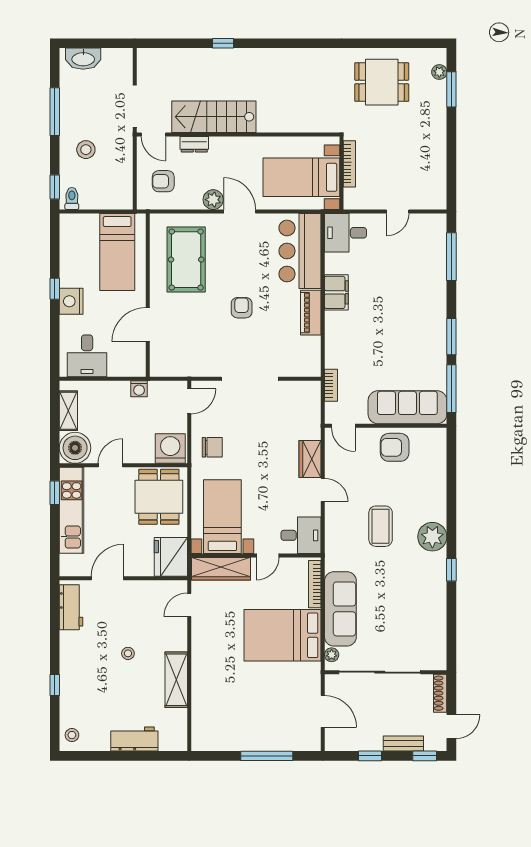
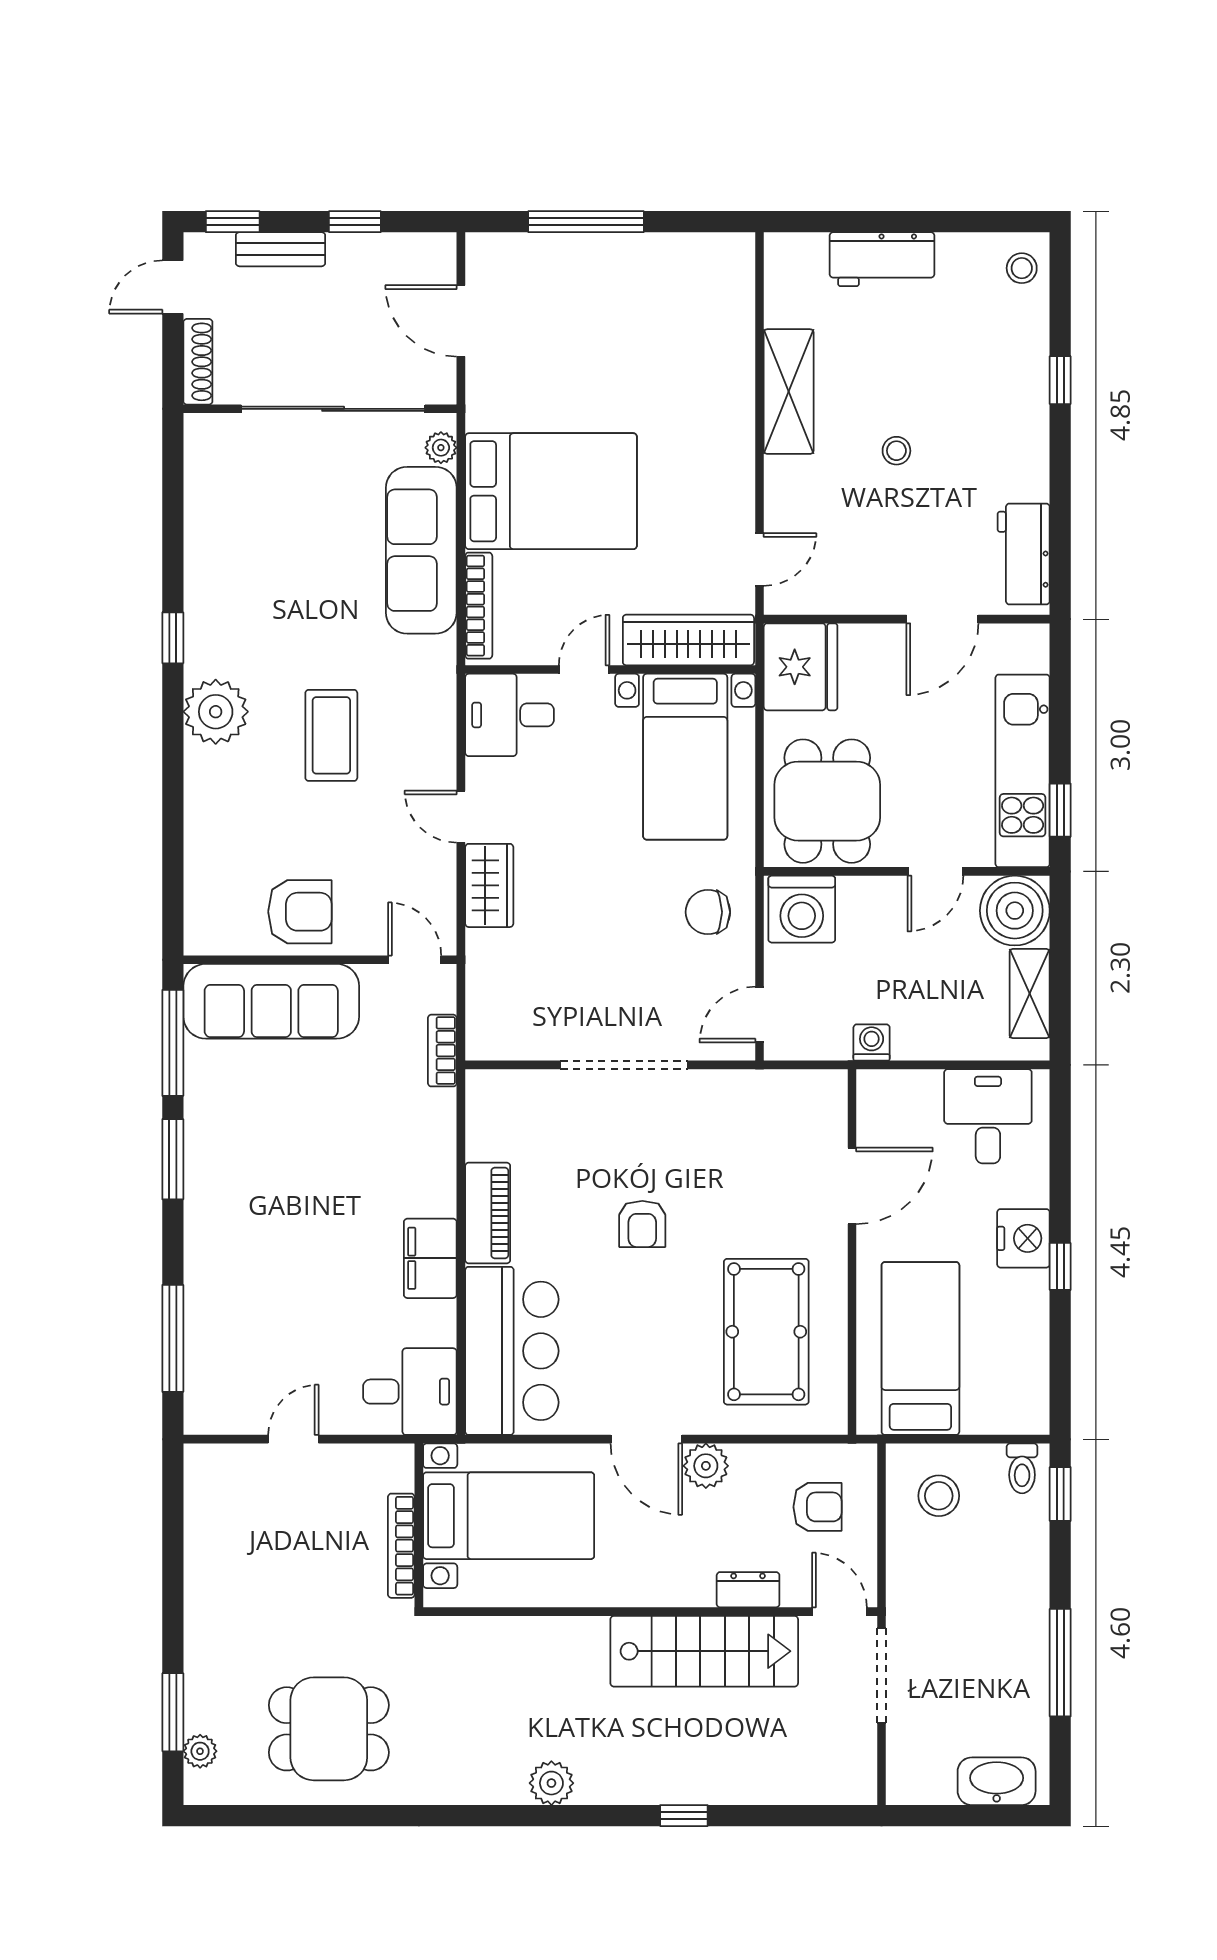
plant: (282, 58) -> (551, 1783), added
stool: (86, 150) -> (939, 1496), moved

